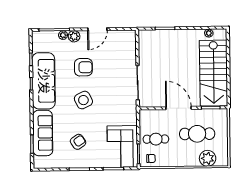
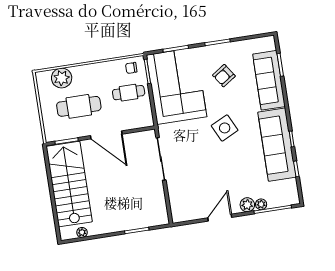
armchair: (83, 67) -> (230, 168), removed
corner sofa: (122, 147) -> (176, 86), width x1.36, depth x1.36

